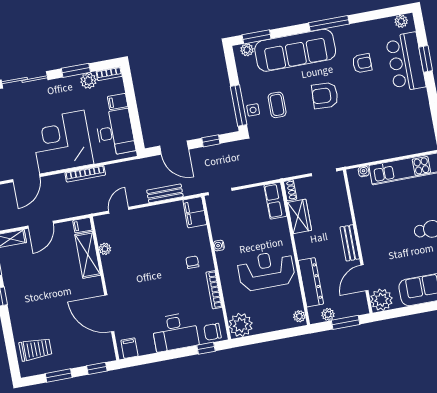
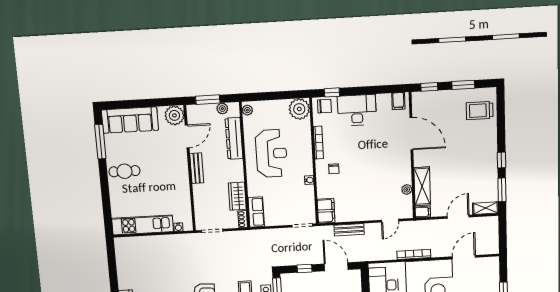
reception desk: (266, 271) -> (271, 153), turned -90

